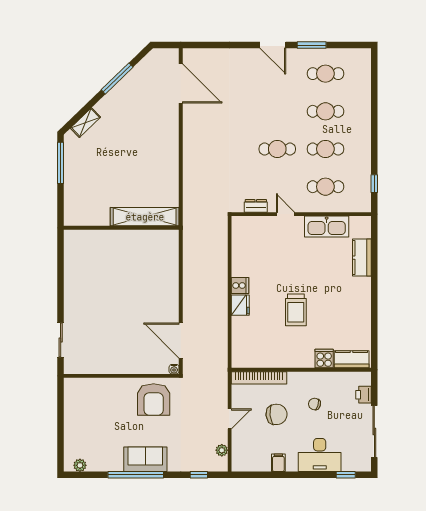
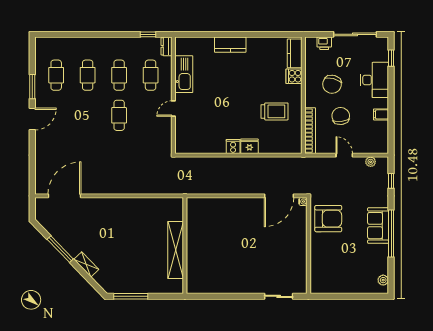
shelving: (85, 123) -> (86, 264), moved
dresser: (256, 206) -> (167, 46), moved
shelving: (145, 217) -> (176, 250), moved
kitchen counter: (362, 258) -> (230, 45), moved
trolley: (296, 310) -> (275, 111), moved
chair: (315, 404) -> (332, 84), width x1.87, depth x1.87

